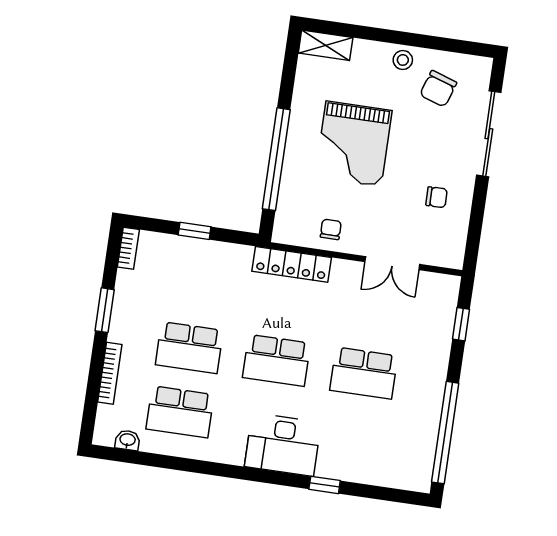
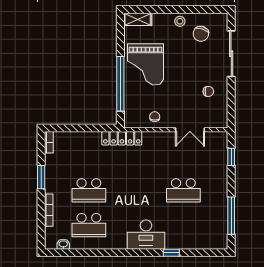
grand piano: (354, 144) -> (145, 64), moved
window: (195, 231) -> (83, 128), removed
locker: (292, 264) -> (122, 138), moved
school desk: (277, 360) -> (136, 190), removed
window: (445, 433) -> (231, 216), width x0.68

